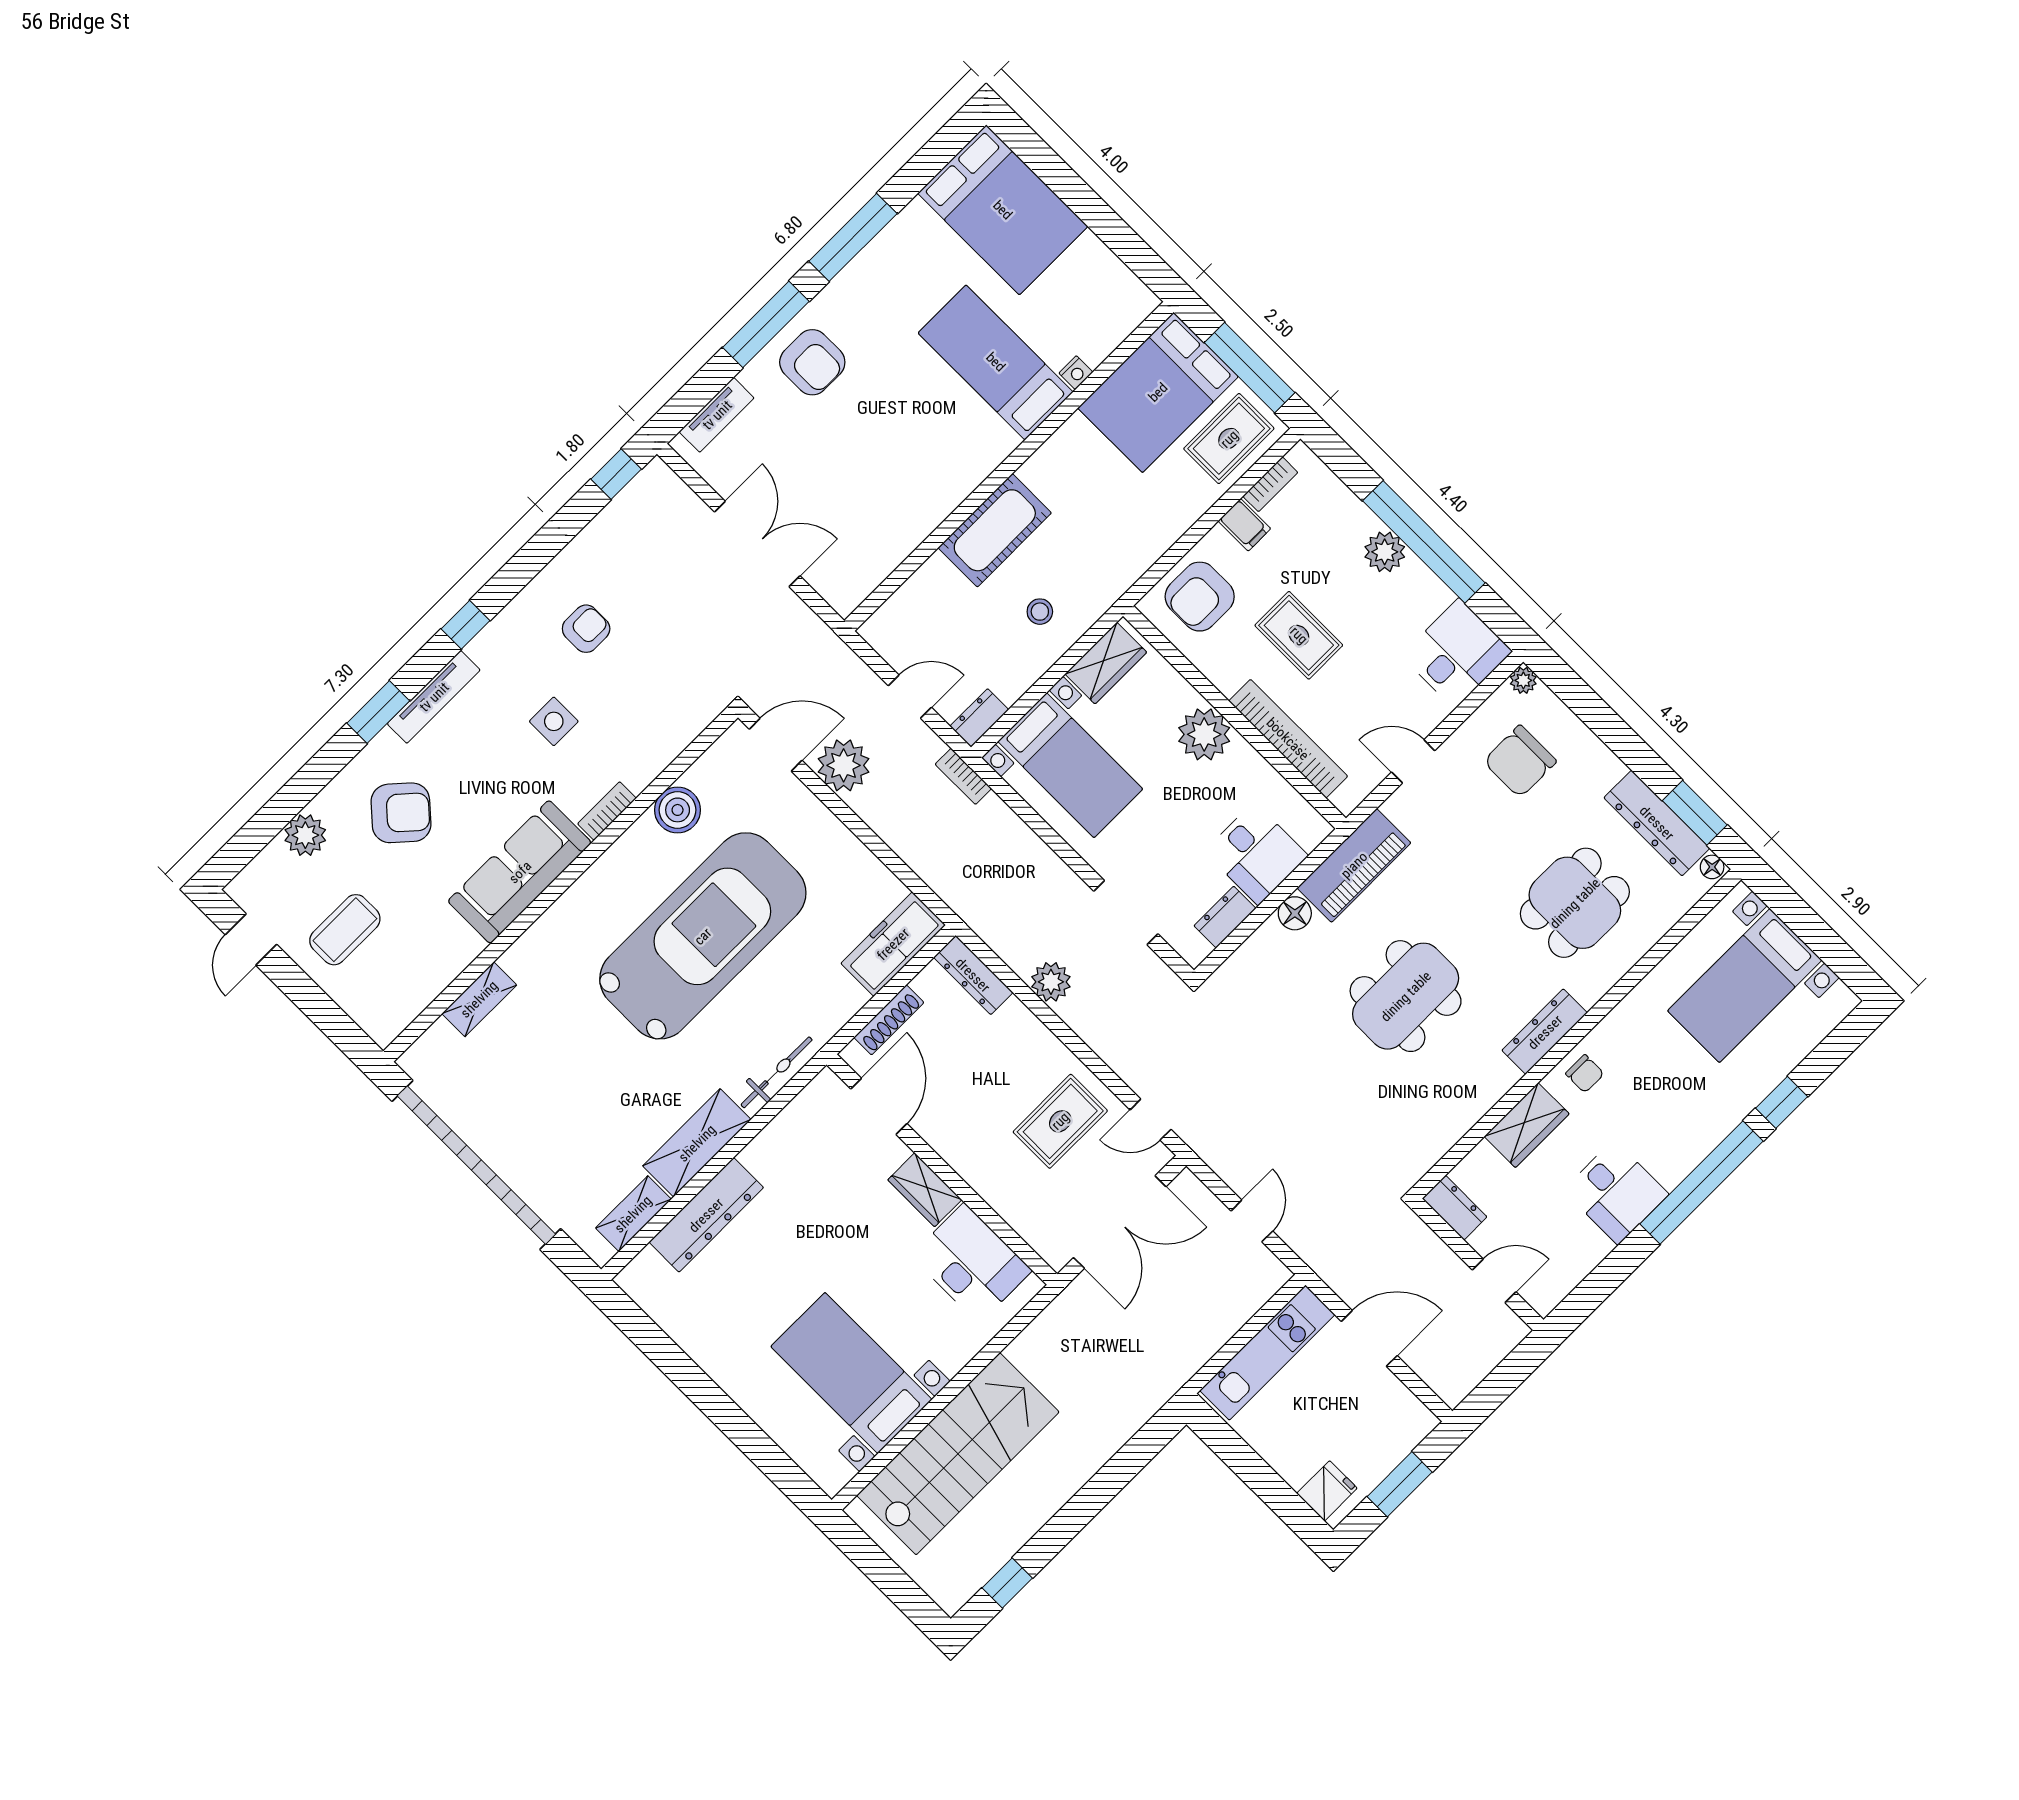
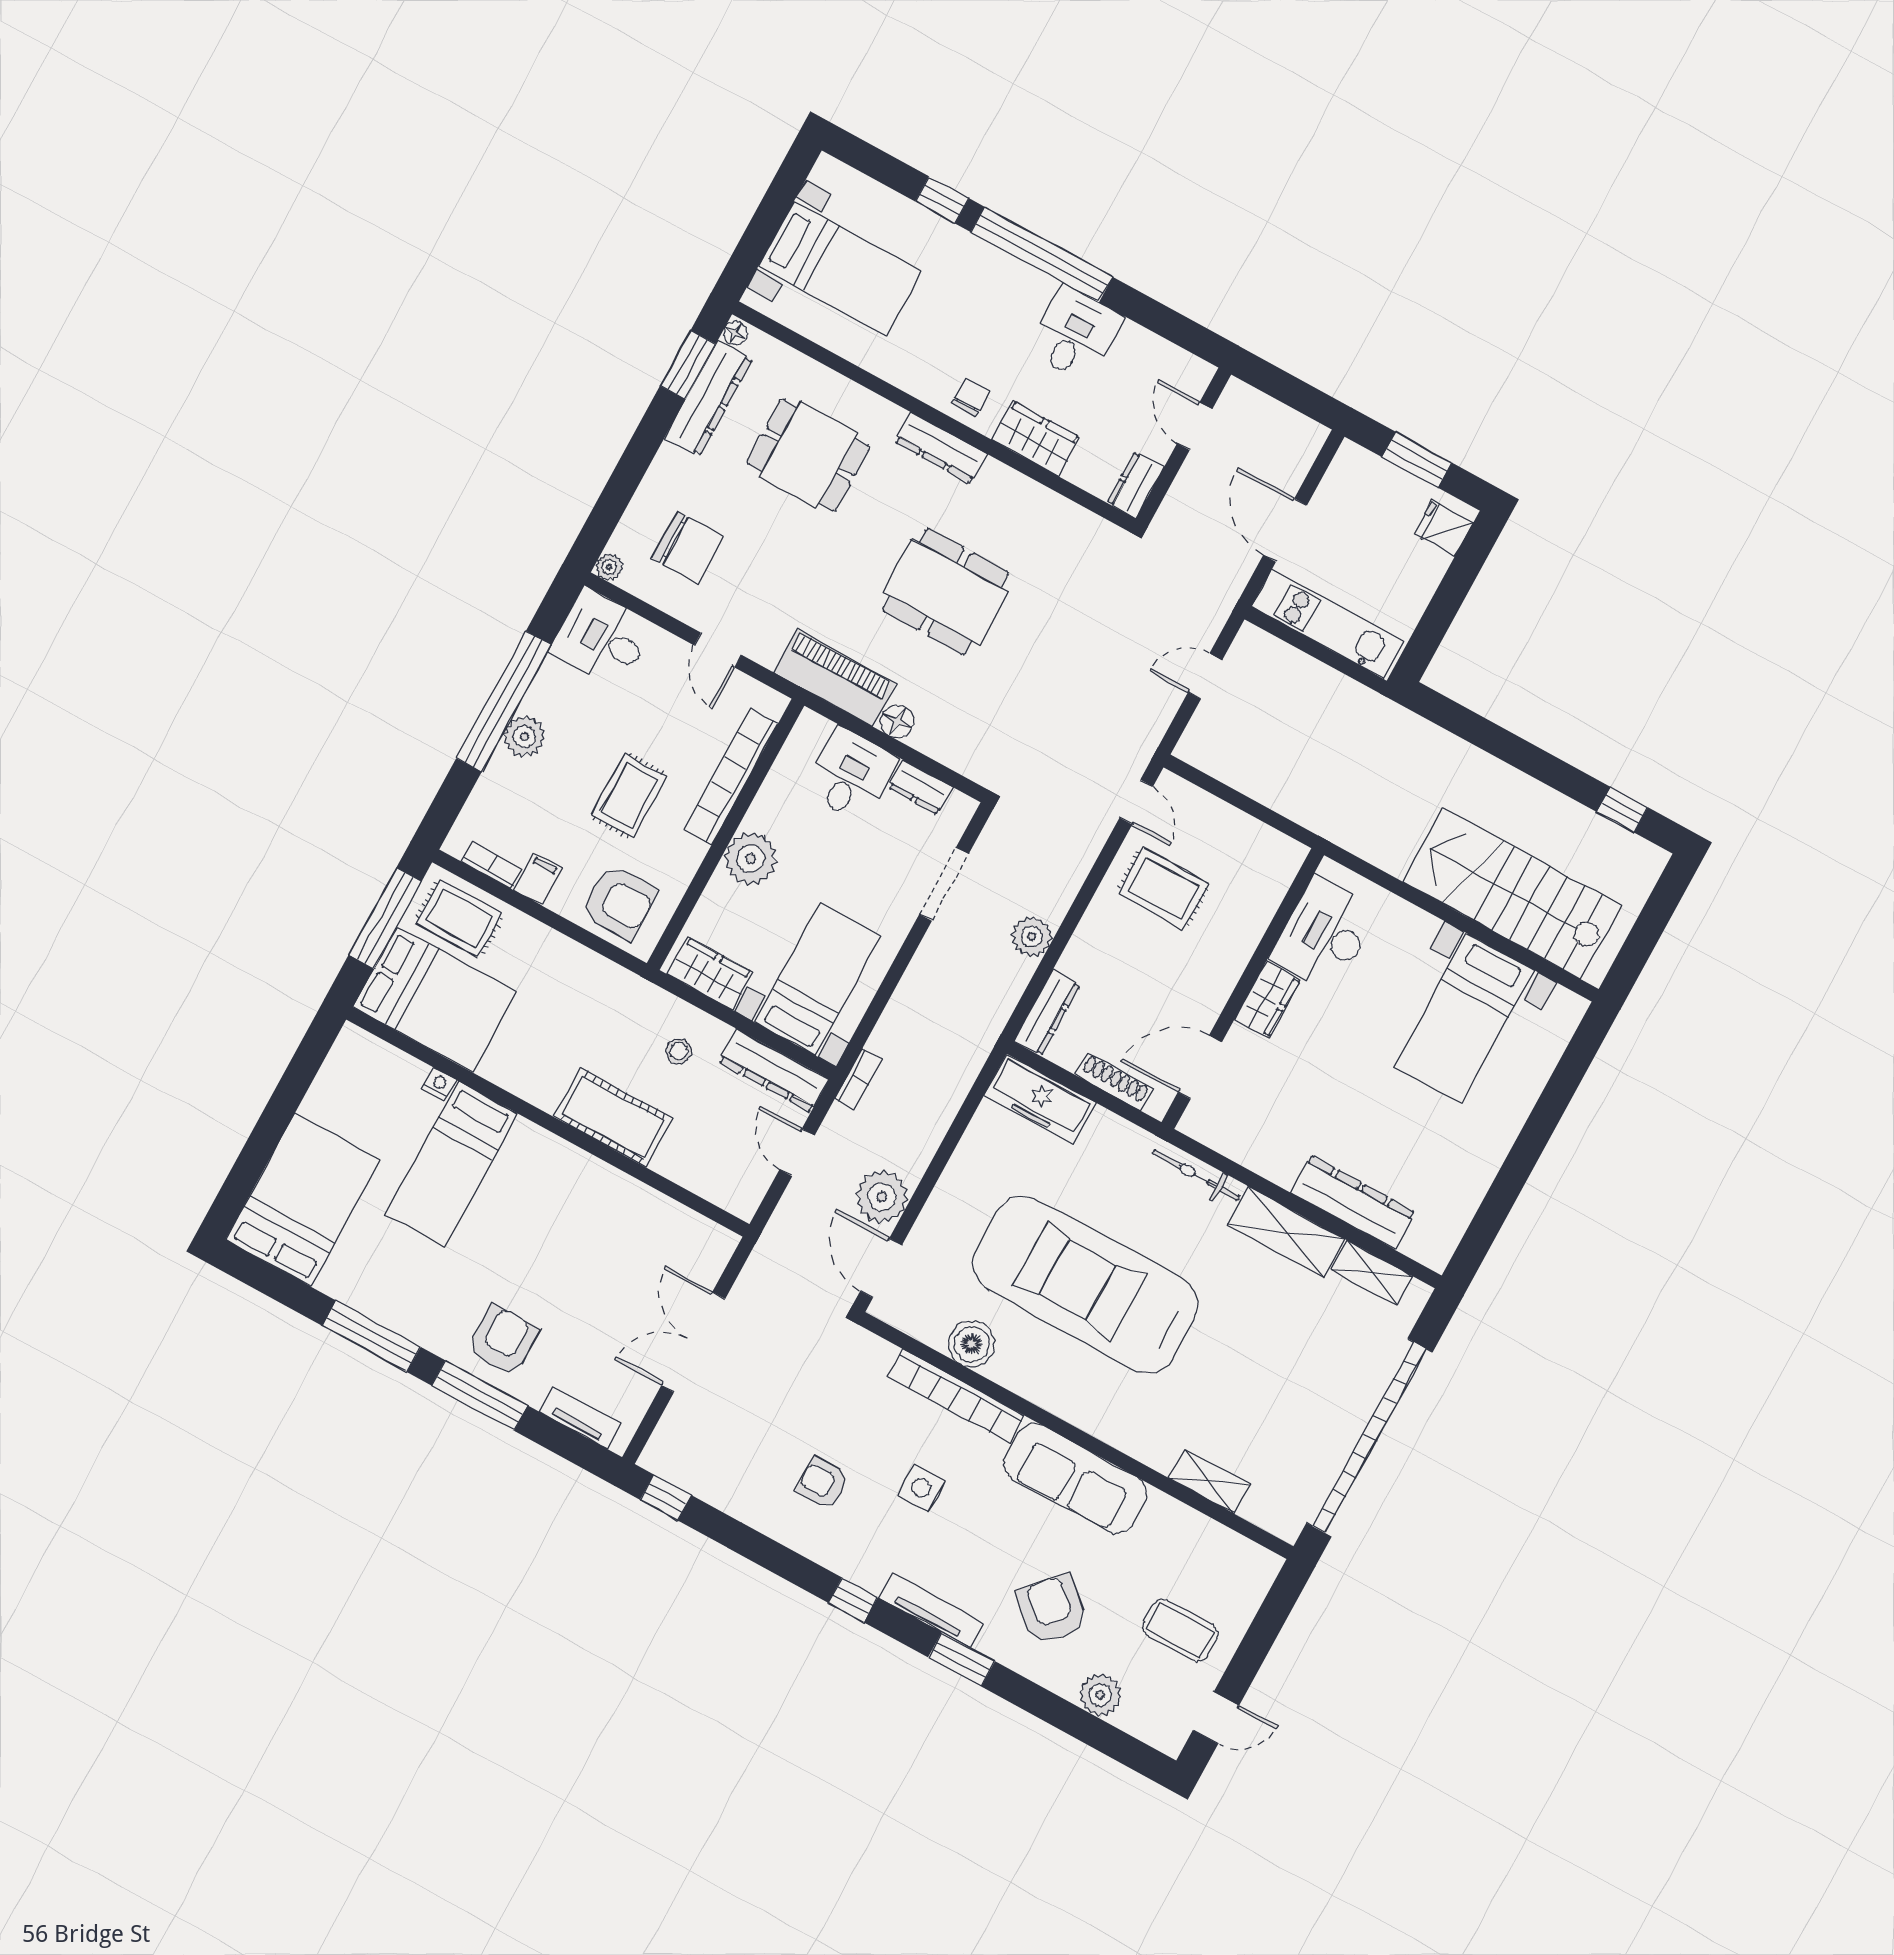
dresser: (979, 718) -> (774, 1070), width x1.96, depth x1.24
bookcase: (607, 811) -> (956, 1396), width x2.31, depth x1.31
double door: (1120, 1222) -> (1243, 803), removed

